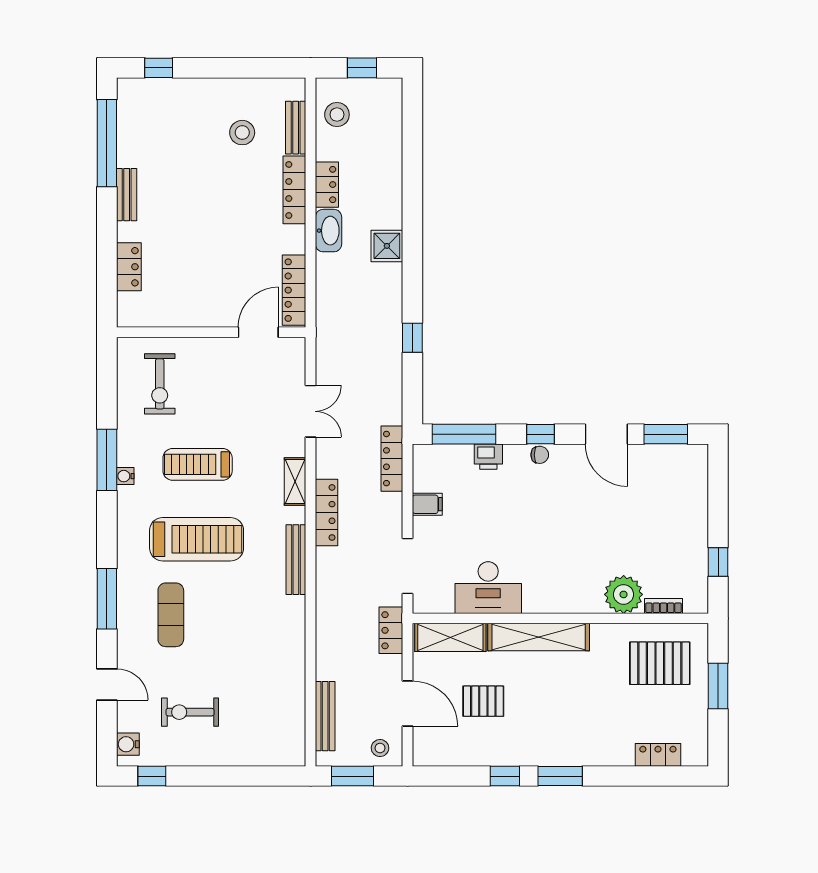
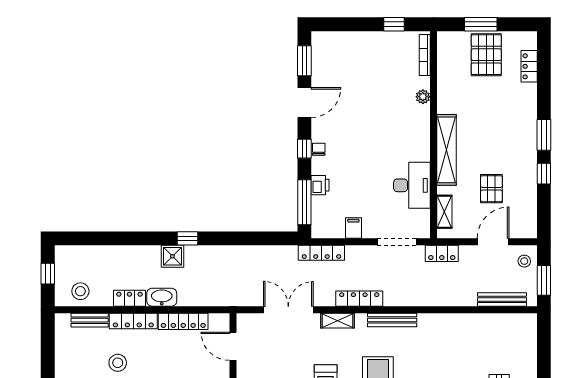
stool: (242, 133) -> (118, 363), moved
locker: (294, 290) -> (183, 321), moved
window: (412, 338) -> (188, 238), moved
double door: (311, 411) -> (288, 310), width x1.37
plant: (624, 594) -> (423, 97), width x0.53, depth x0.53
bookcase: (663, 606) -> (425, 55), width x1.56
shelving: (450, 637) -> (444, 212), width x0.67, depth x0.75
pallet: (660, 663) -> (486, 55), moved

